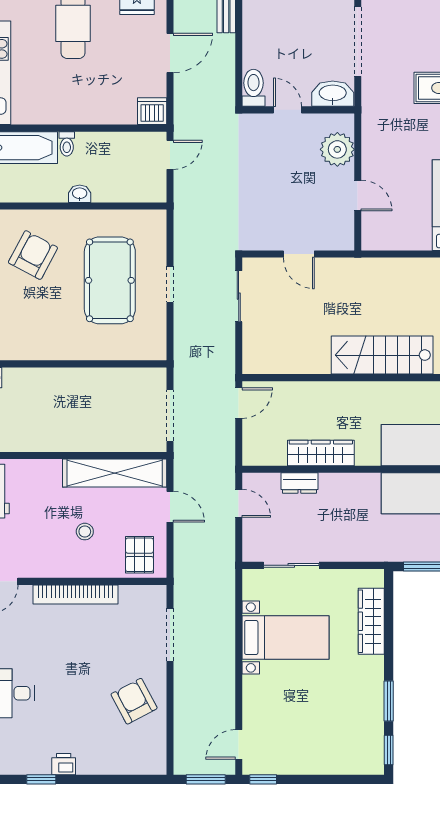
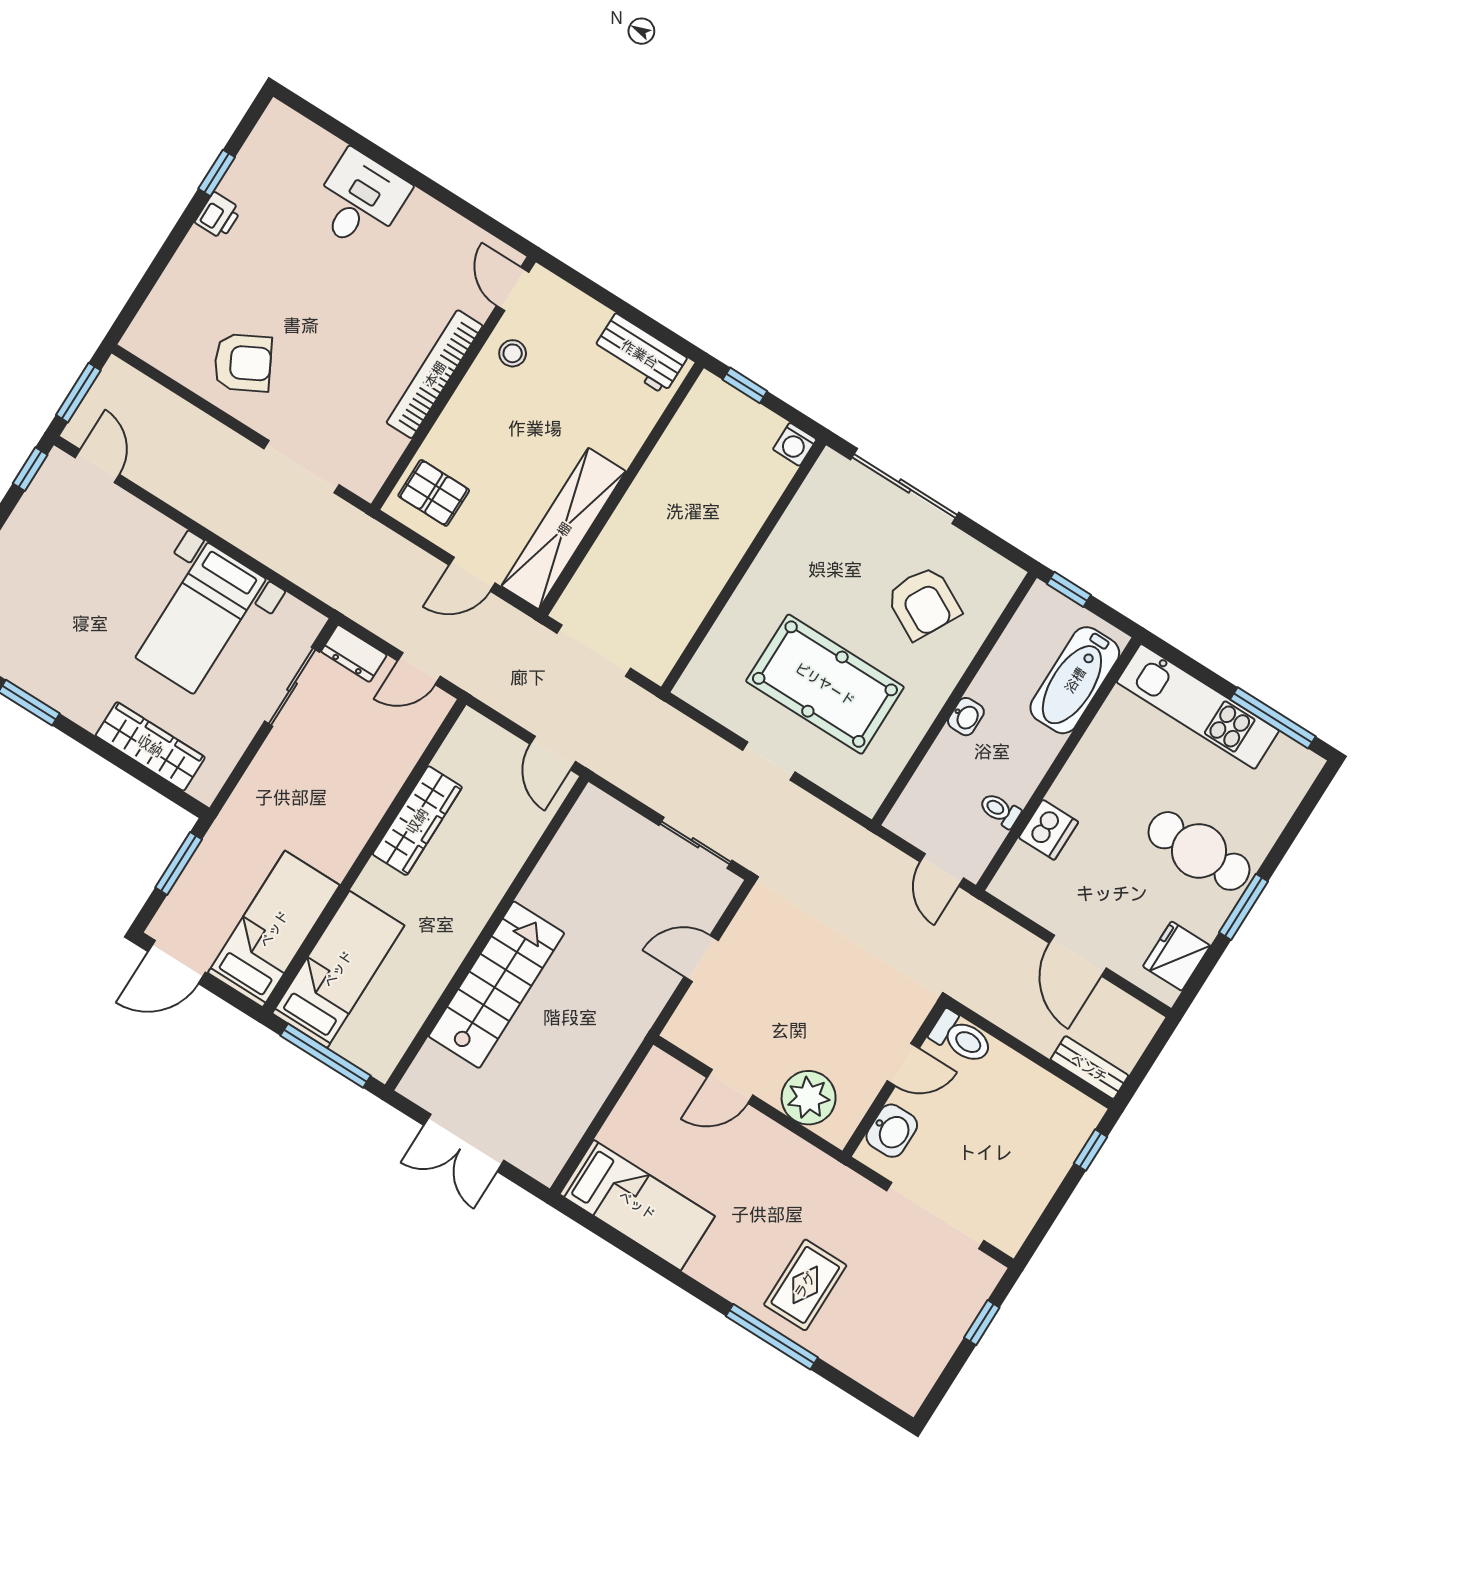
washbasin: (333, 94) -> (892, 1131), width x0.72
dishwasher: (152, 111) -> (1049, 830), moved
toilet: (67, 144) -> (1000, 810), moved
dresser: (299, 483) -> (354, 653), moved, turned -90
stool: (85, 532) -> (513, 353), moved

